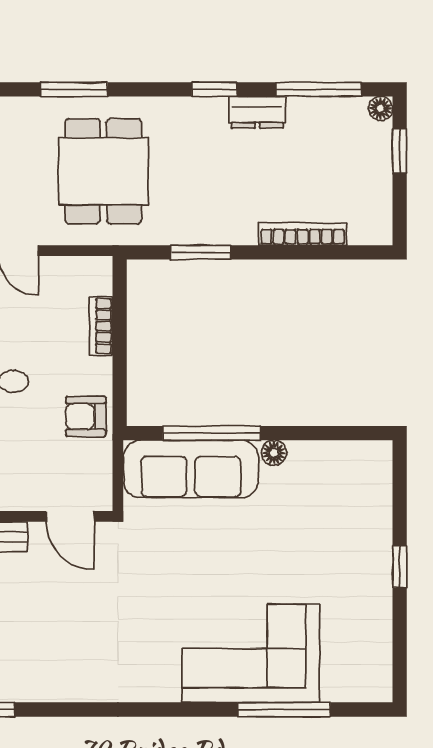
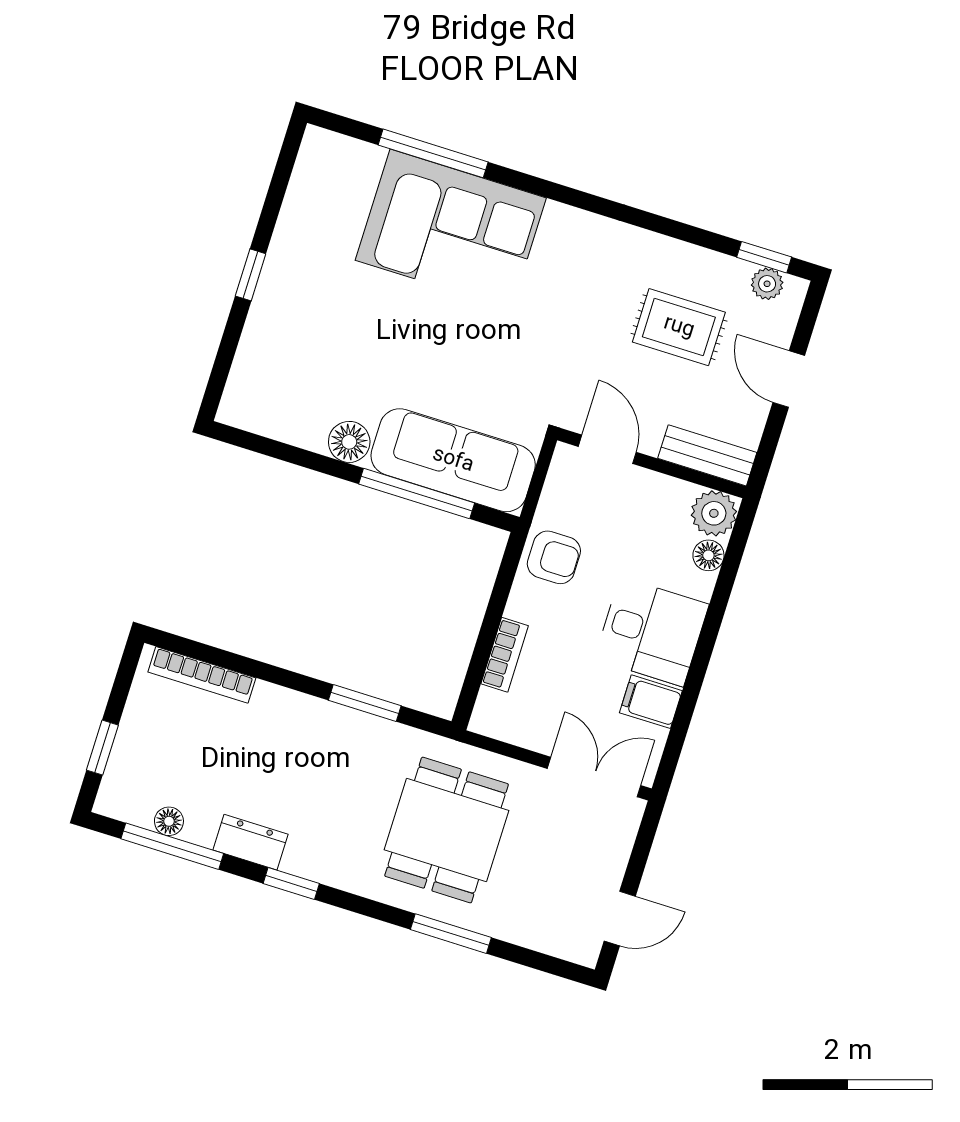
floor lamp: (380, 109) -> (169, 821), moved
bookcase: (303, 234) -> (202, 675), moved
floor lamp: (274, 453) -> (349, 442), width x1.37, depth x1.37
rug: (44, 632) -> (679, 327), added

